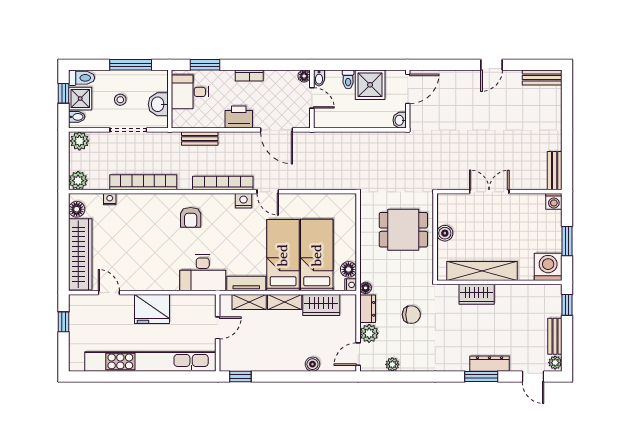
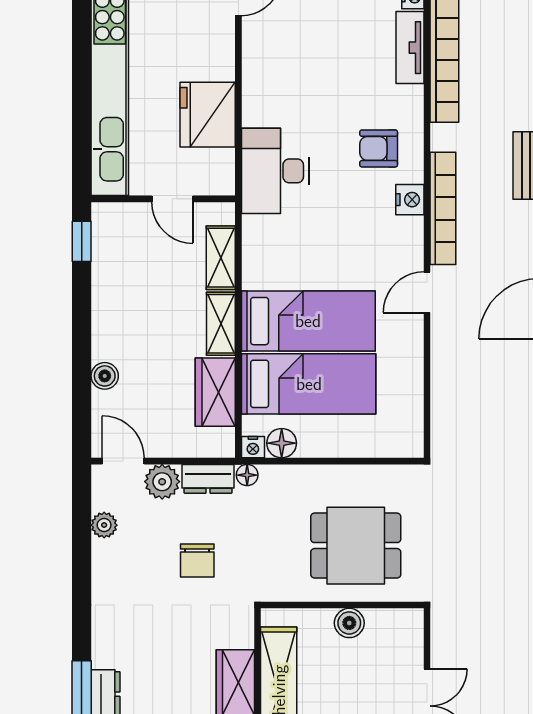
nightstand: (243, 201) -> (410, 200), moved
dining table: (403, 230) -> (356, 546), turned 90
tv unit: (246, 284) -> (410, 48), moved, turned 180
fridge: (152, 309) -> (208, 115), moved

